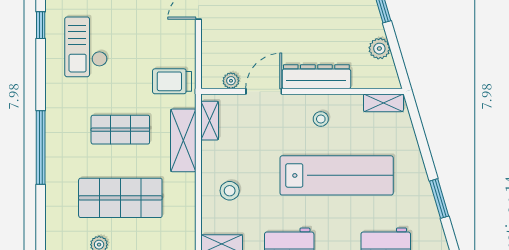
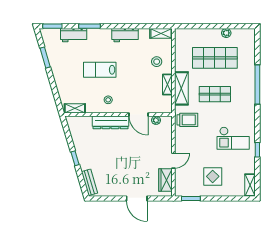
checkout: (86, 47) -> (233, 138), turned 90
plant: (379, 49) -> (77, 137), removed
door: (264, 91) -> (139, 115), hinge flipped
shelving: (210, 121) -> (167, 85), moved
lab bench: (337, 175) -> (100, 70), width x0.54, depth x0.72

